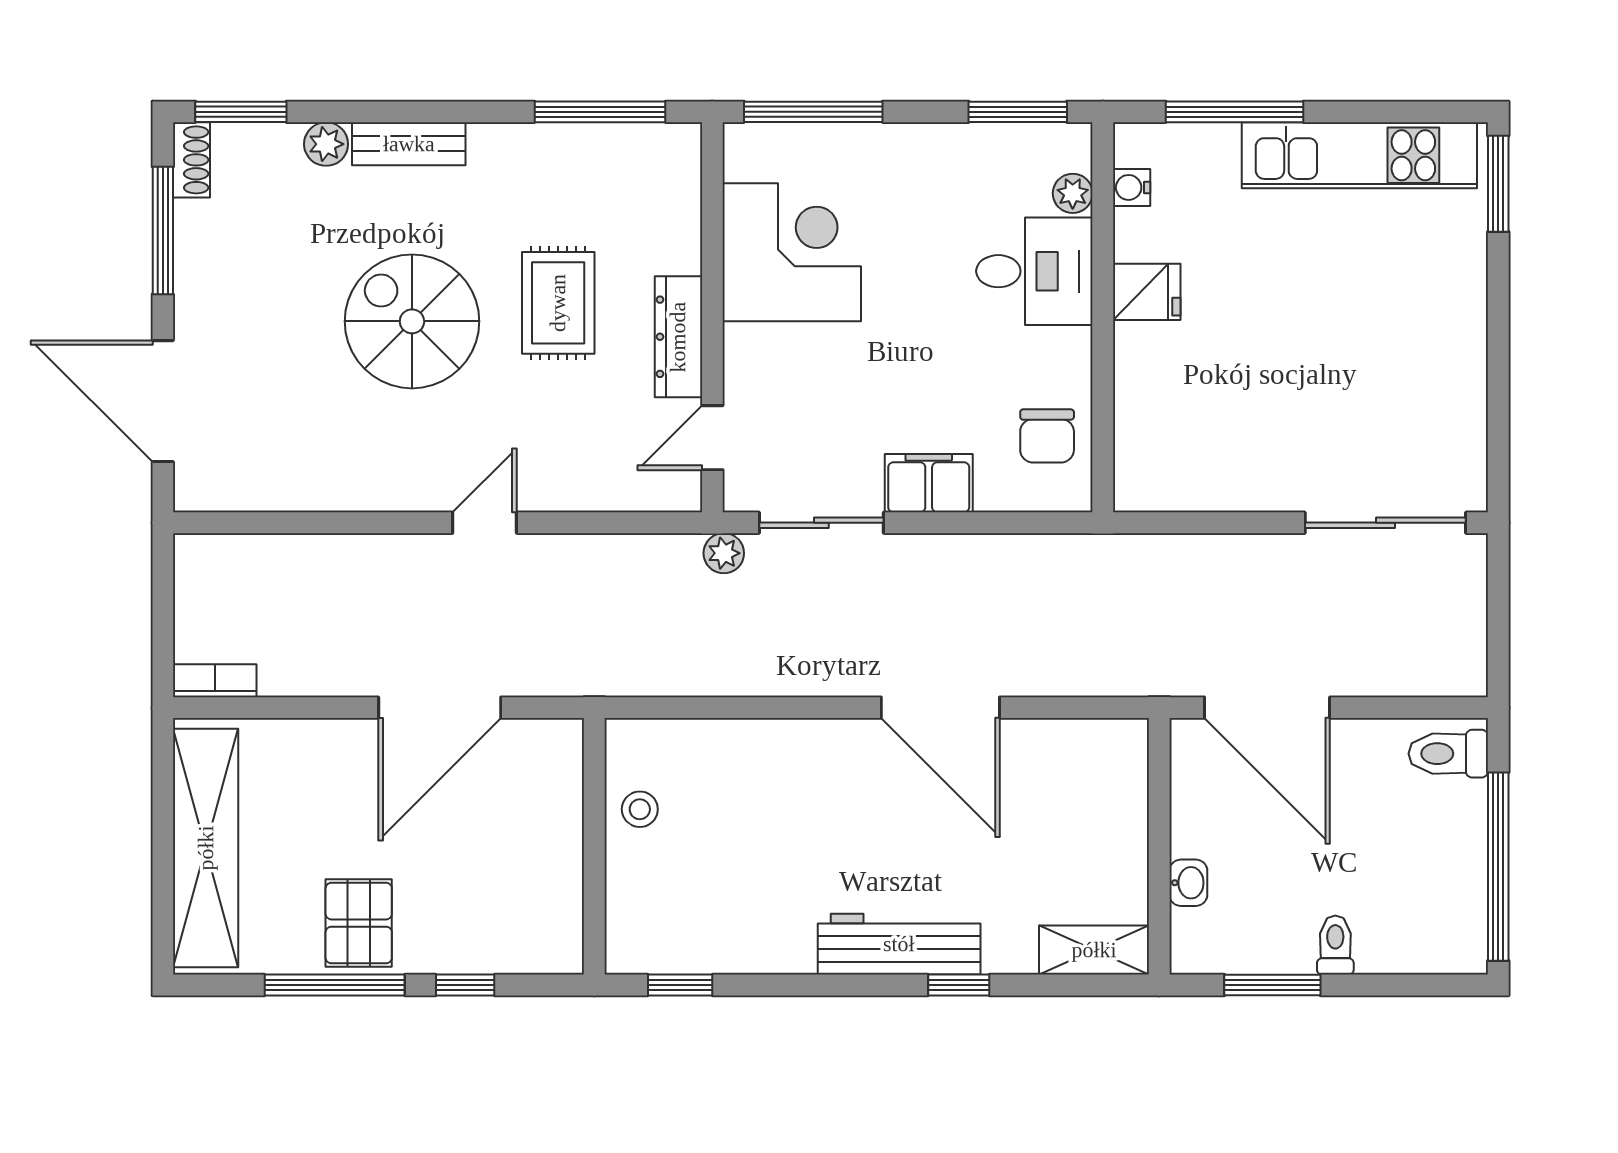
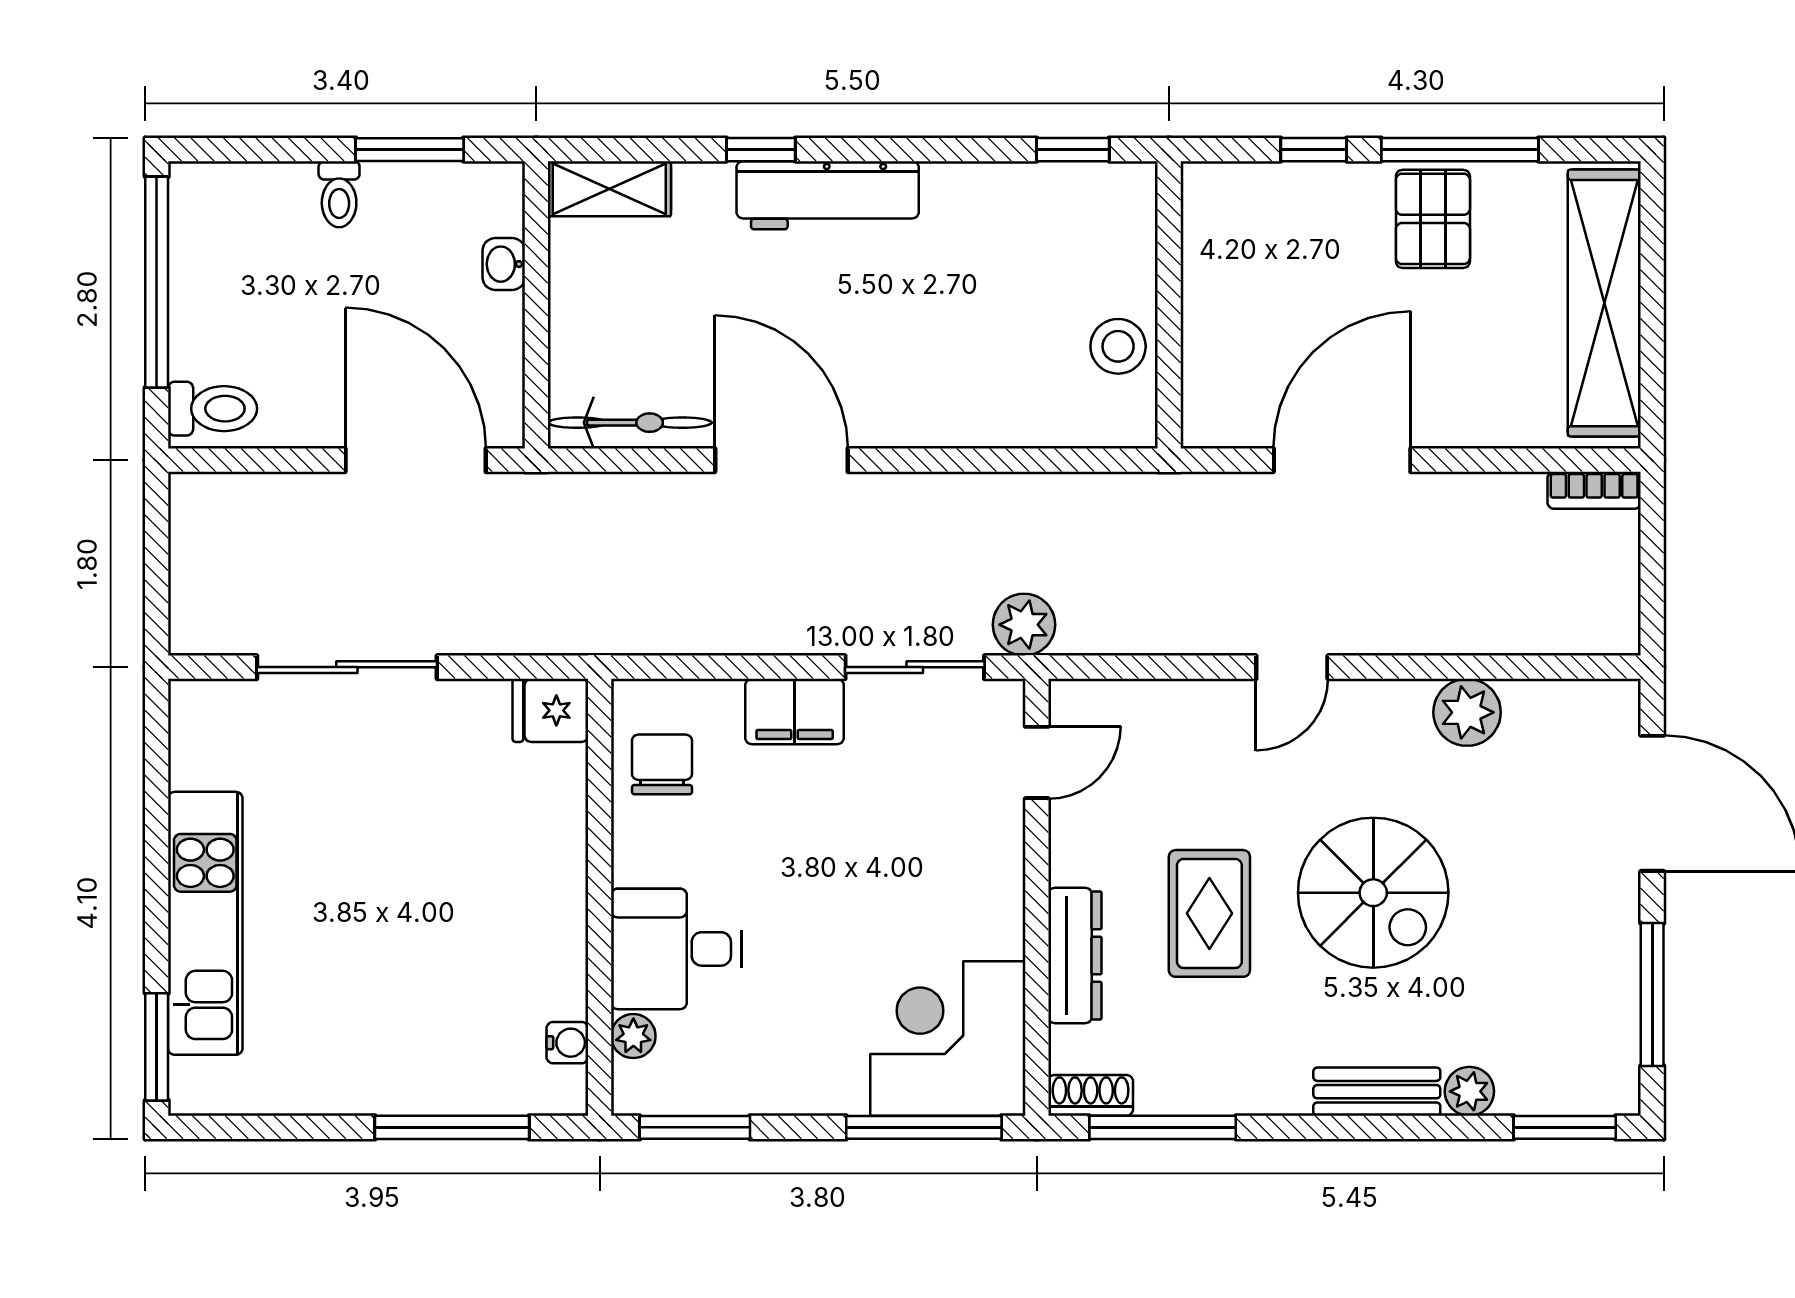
kitchen unit: (1359, 155) -> (205, 923), moved, turned 90
shoe rack: (191, 160) -> (1091, 1095), moved, turned 90
corner desk: (792, 252) -> (948, 1038), moved, turned 90
fridge: (1147, 292) -> (550, 710), moved
dresser: (678, 337) -> (1075, 955), moved
plant: (328, 482) -> (1467, 712), added
sliding door: (1385, 523) -> (347, 667), moved
plant: (724, 553) -> (1024, 625), width x1.38, depth x1.38
bicycle: (1076, 741) -> (630, 423), added
stool: (640, 809) -> (1118, 346), width x1.37, depth x1.37

